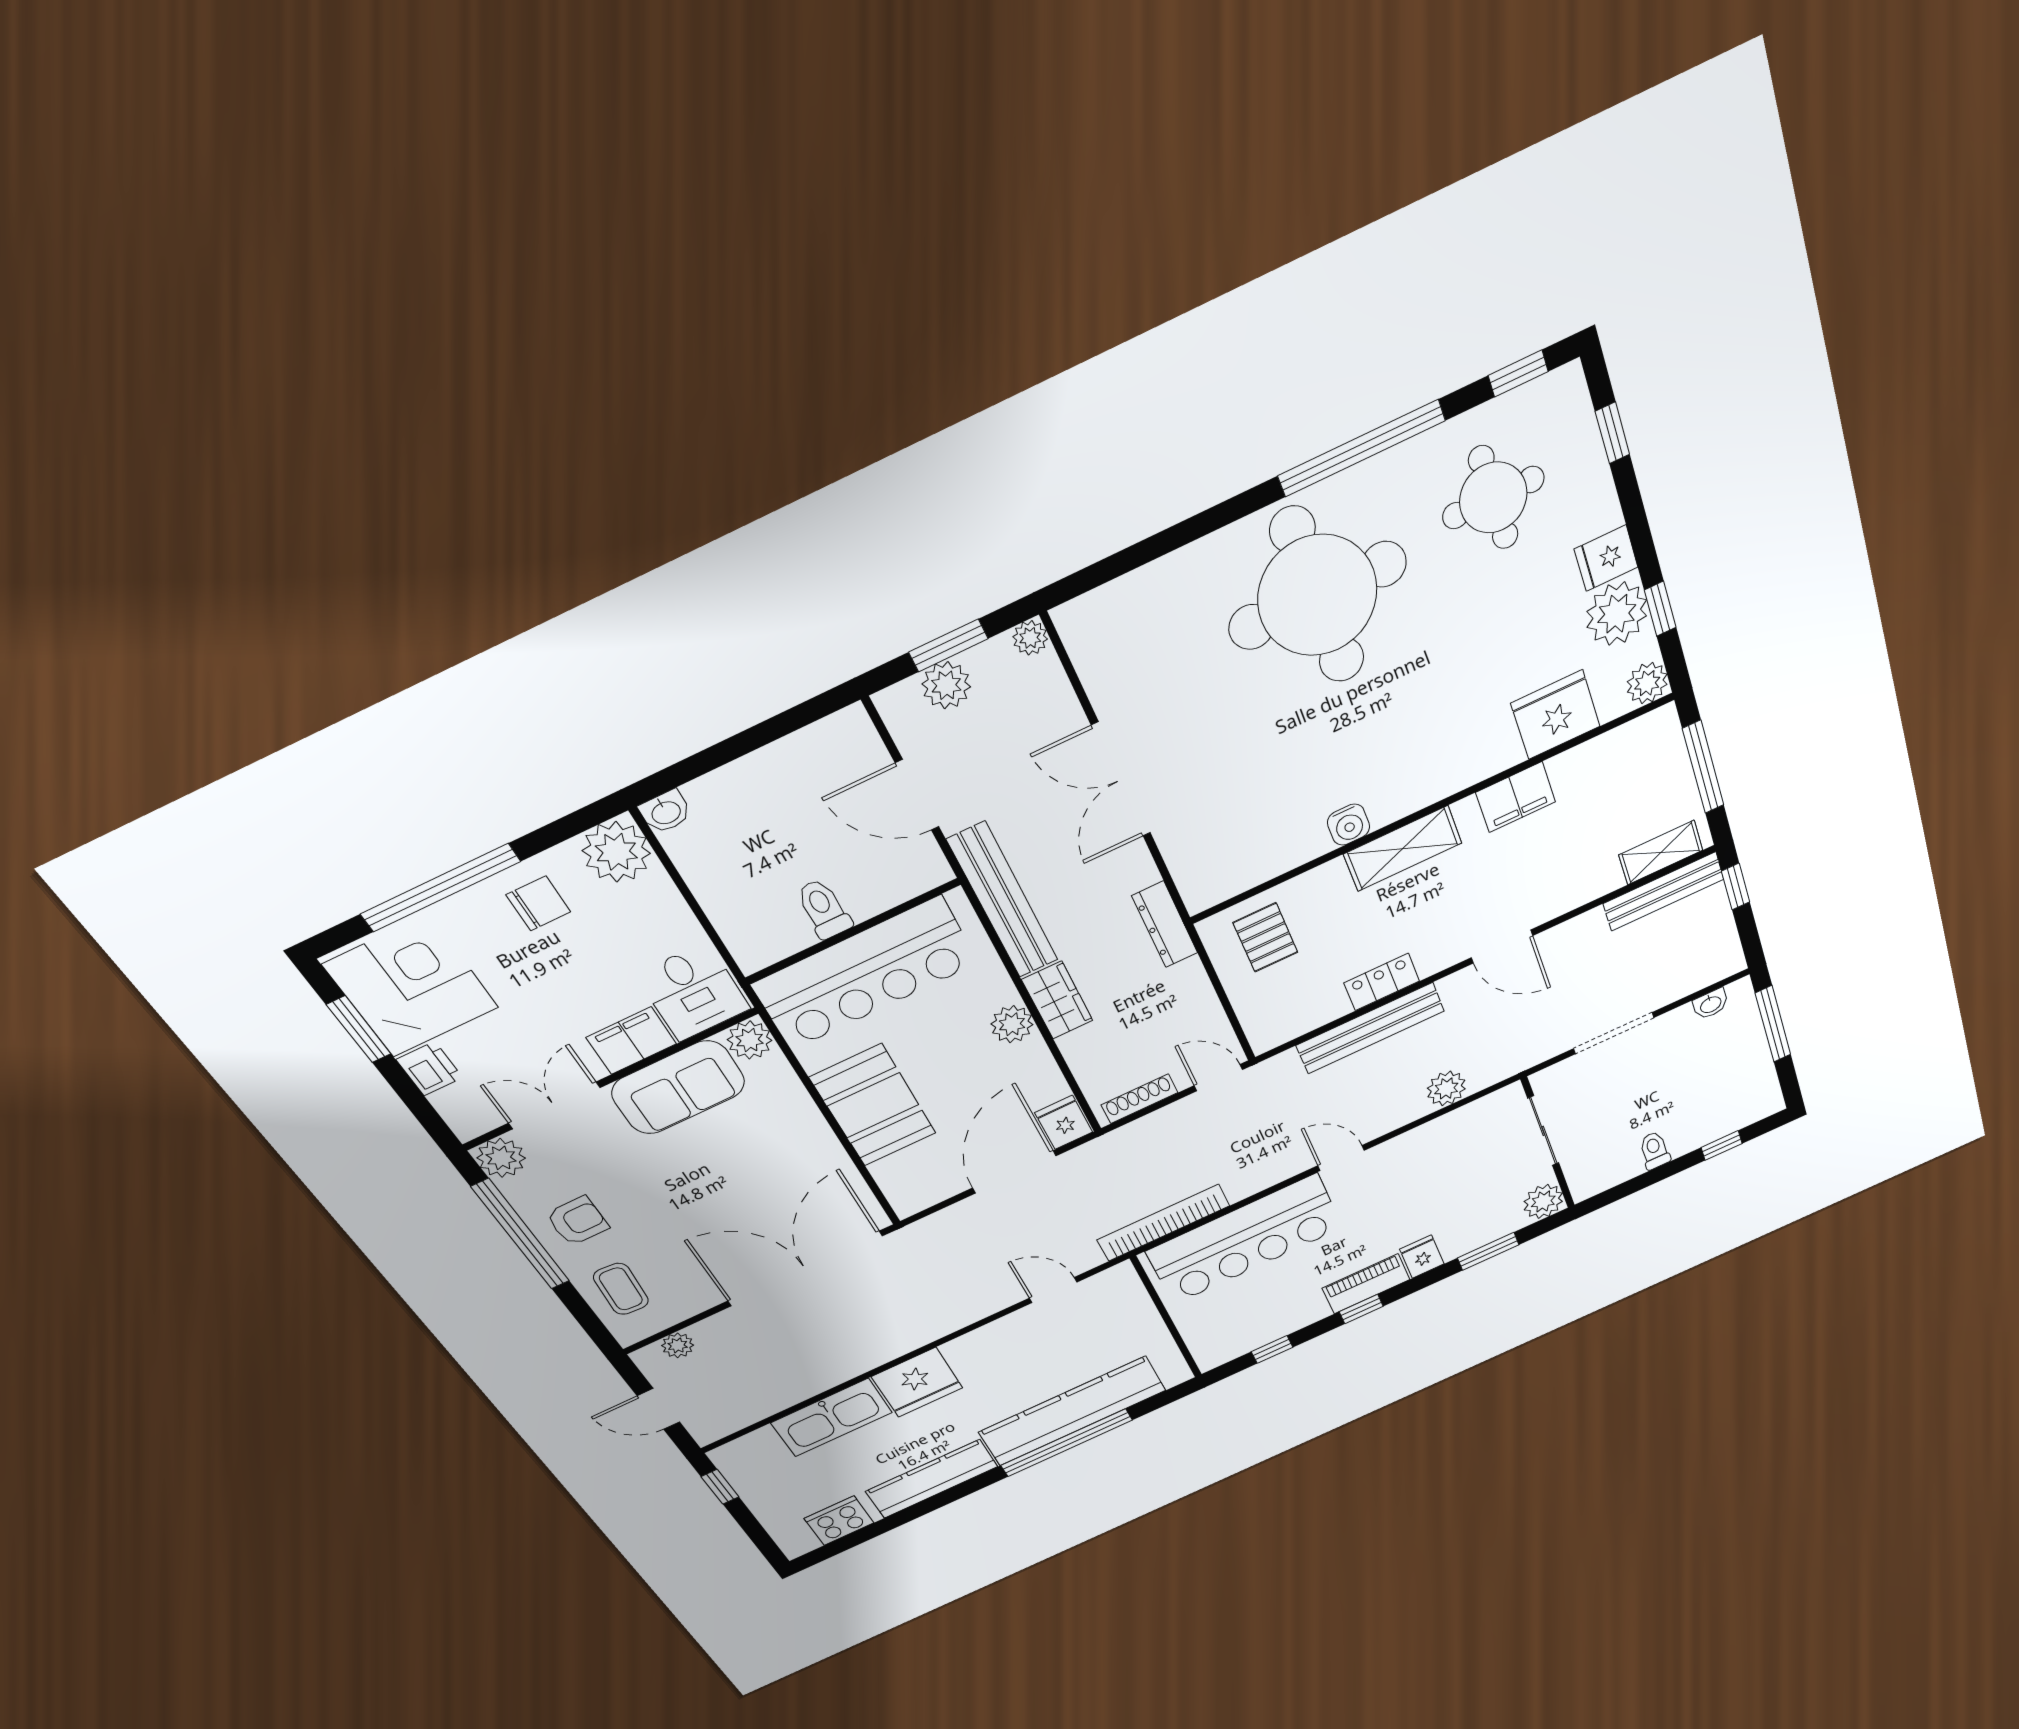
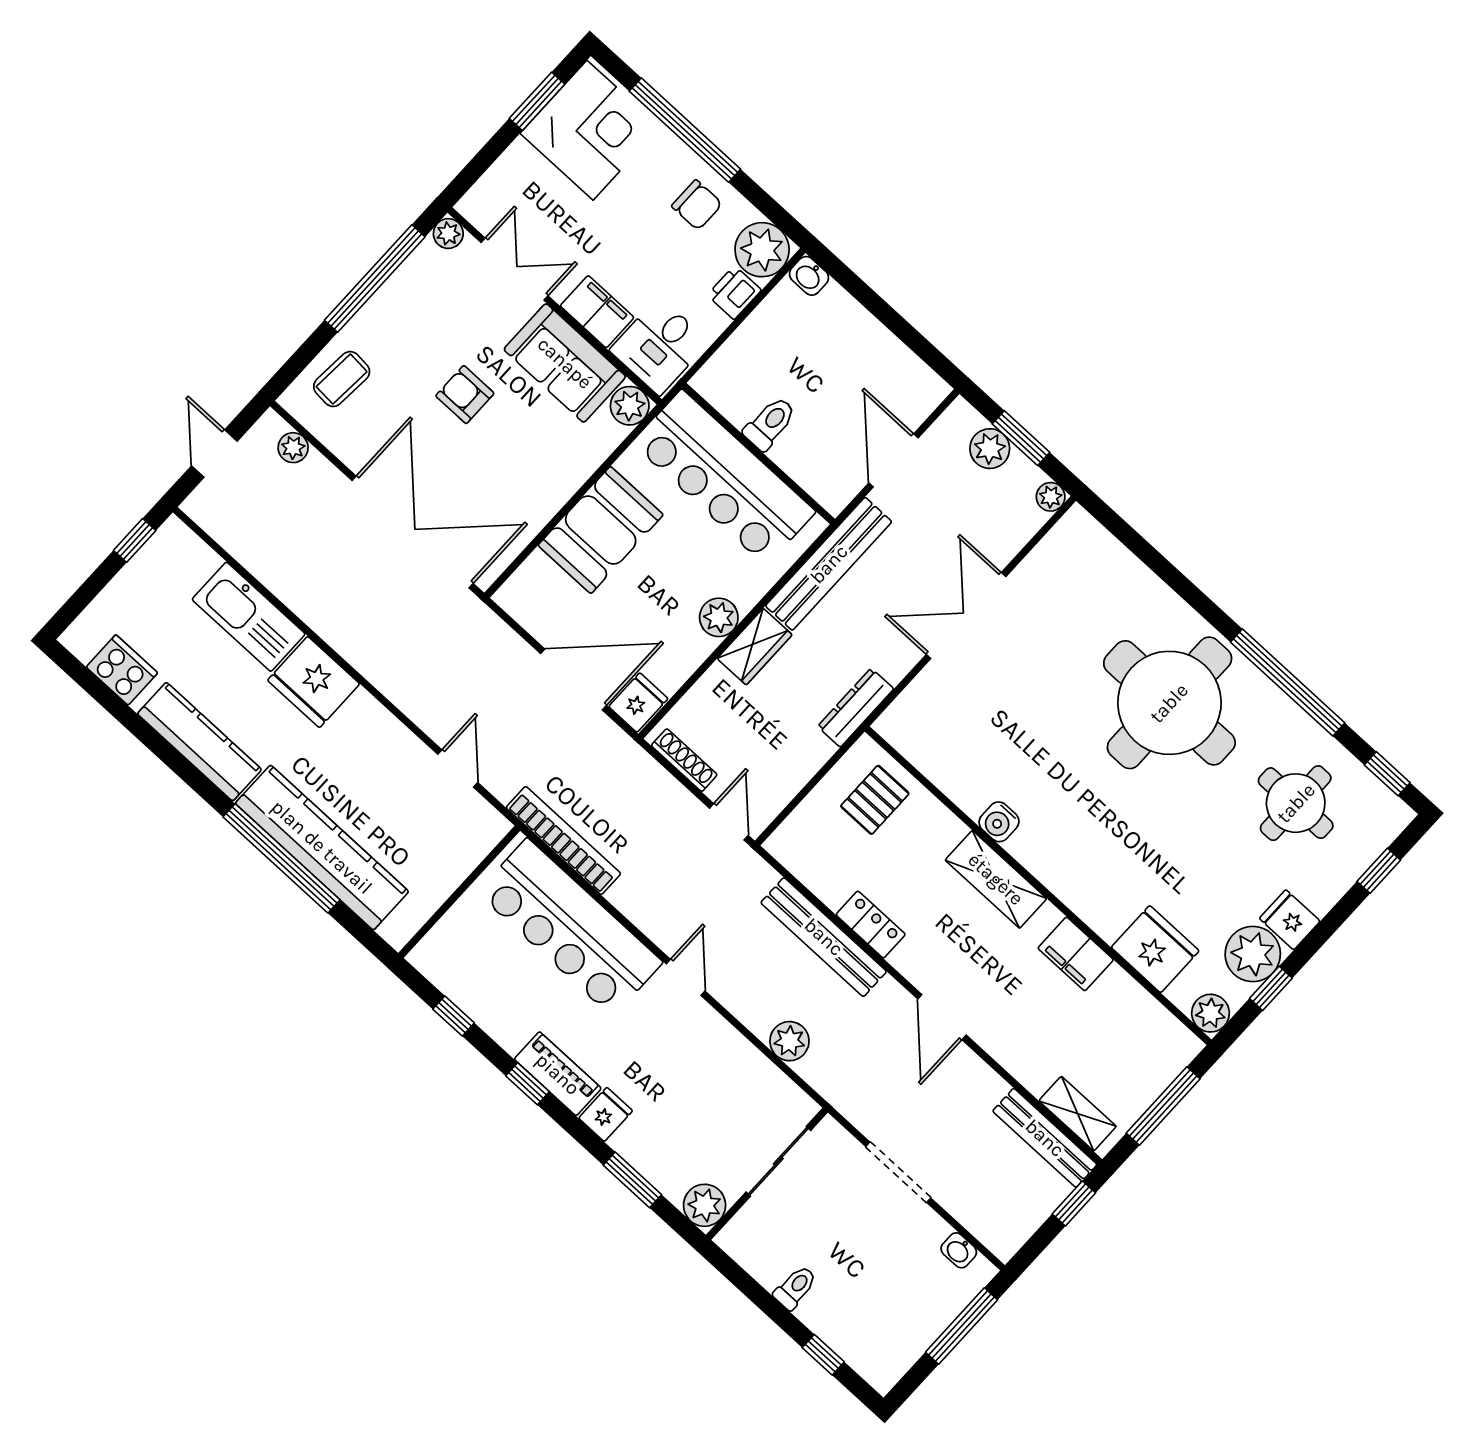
printer: (429, 1069) -> (734, 293), moved, turned 180
plant: (501, 1158) -> (448, 234), width x0.73, depth x0.73
armchair: (577, 1221) -> (465, 395), moved, turned 180

